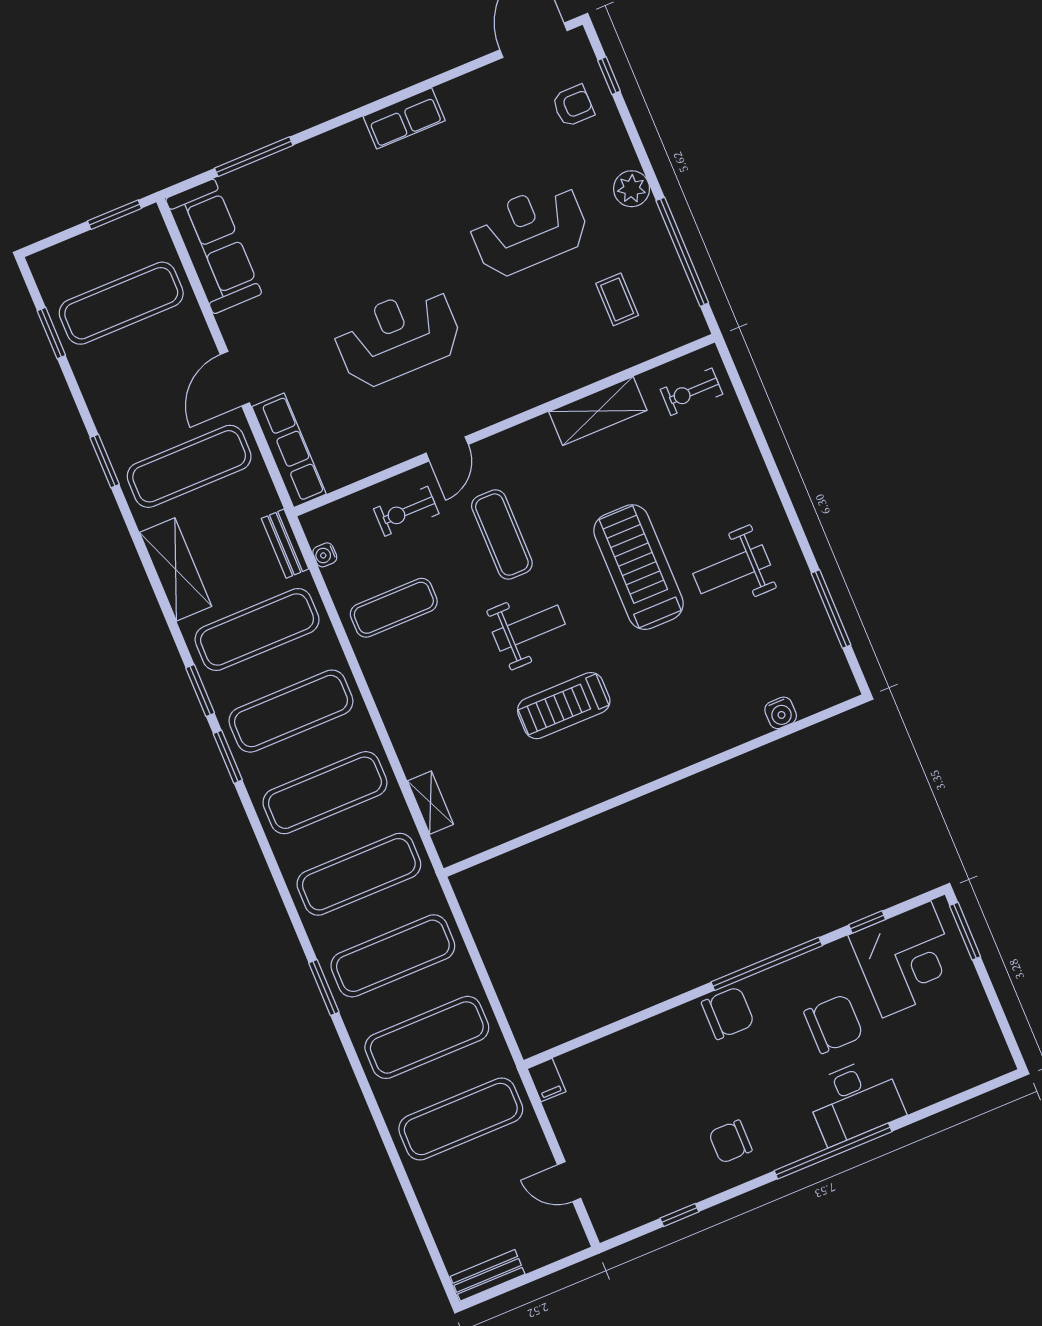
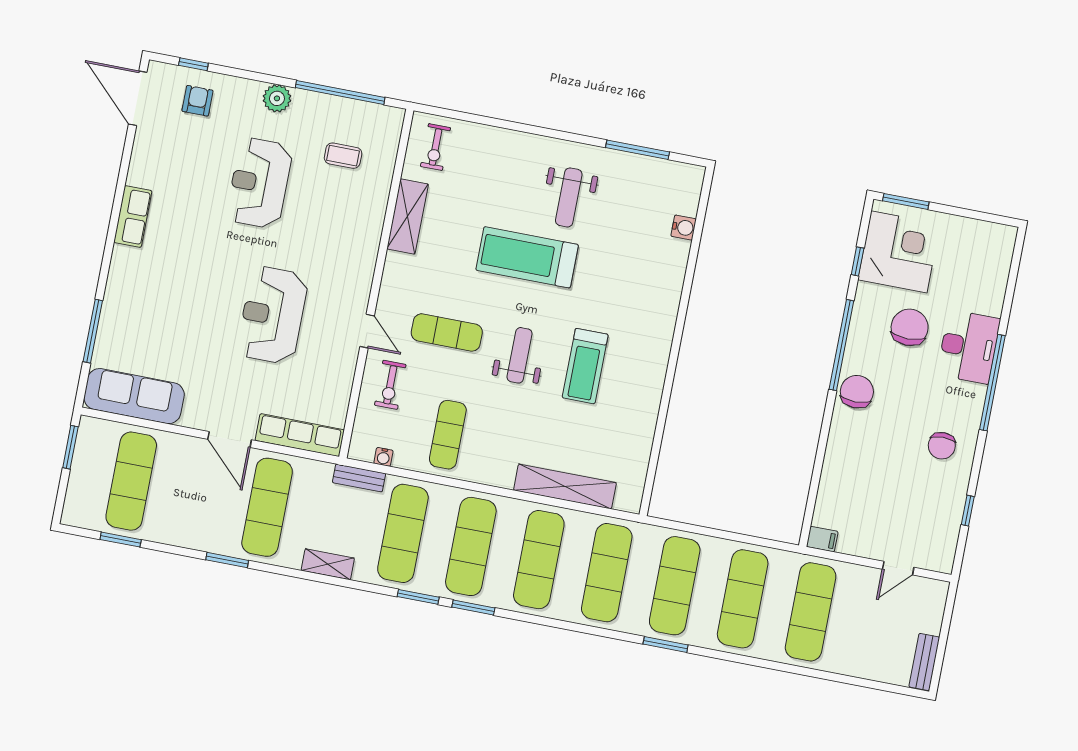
shelving: (176, 569) -> (328, 564), width x0.67, depth x0.75
shelving: (430, 803) -> (565, 486), width x2.20, depth x1.33

